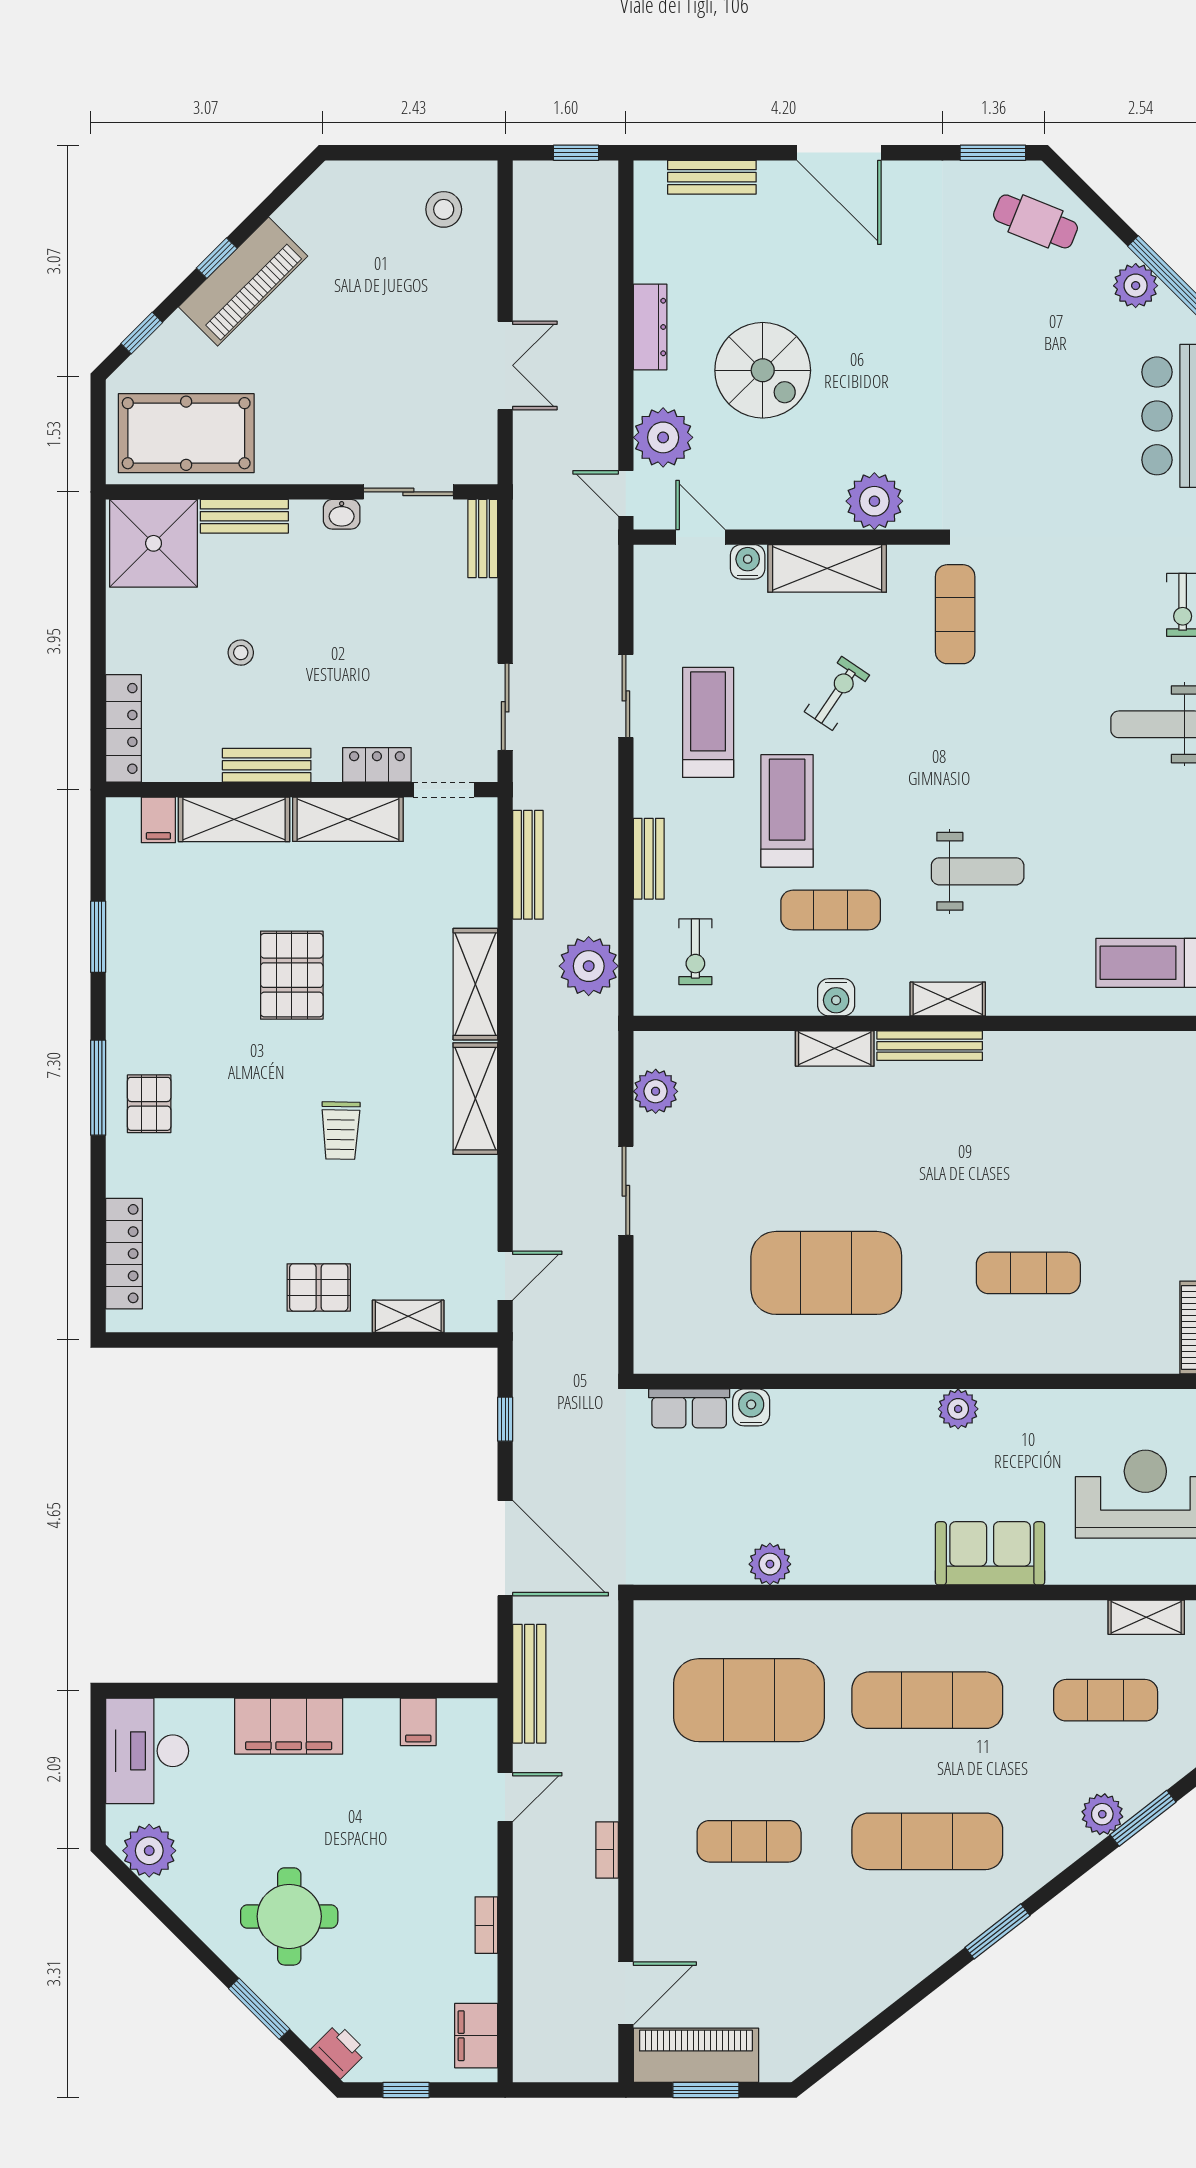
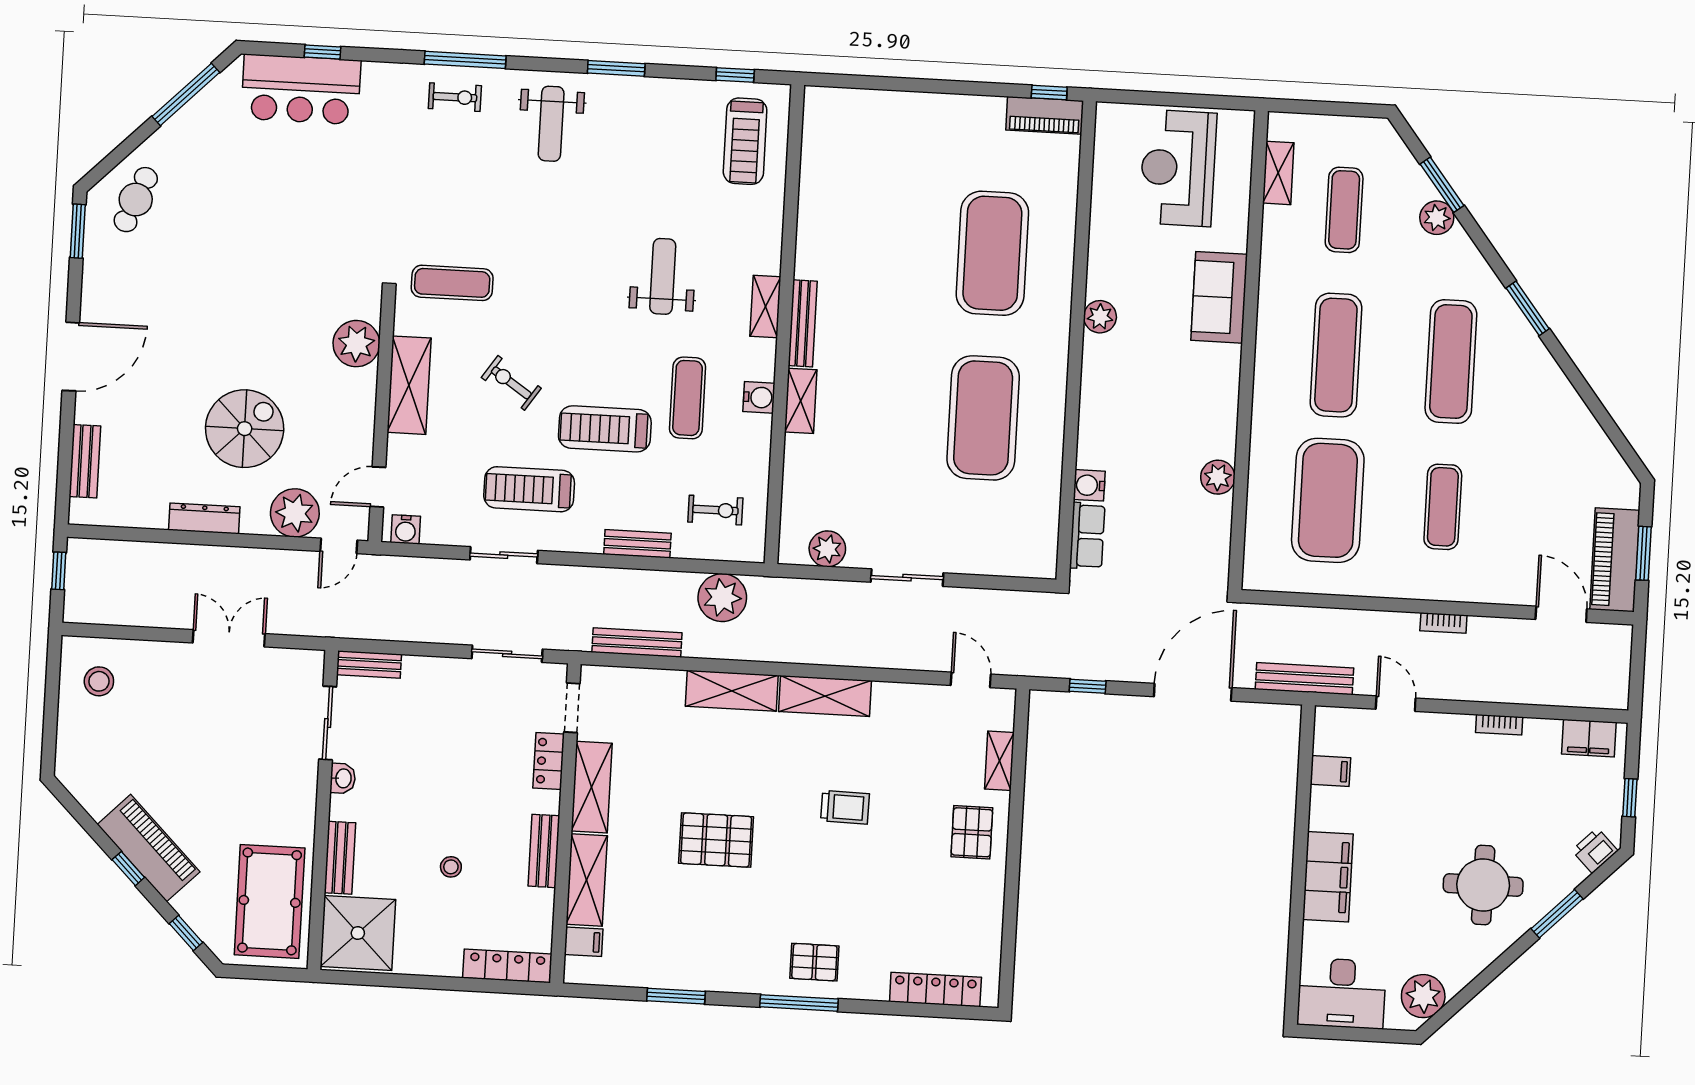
plant: (1136, 286) -> (193, 121), removed
water cooler: (748, 562) -> (406, 529), moved, turned -90
exercise mat: (1028, 1273) -> (992, 253), width x2.00, depth x1.45

